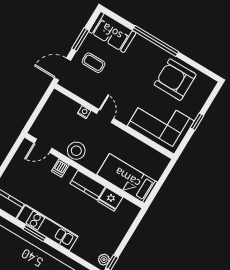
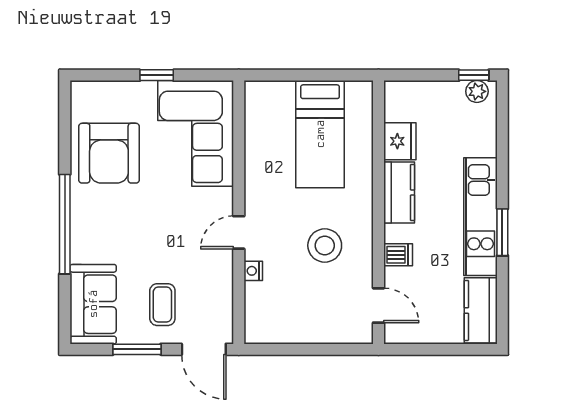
door: (43, 146) -> (378, 305), moved
dishwasher: (60, 168) -> (398, 255), moved
wall: (84, 171) -> (378, 212), moved
kitchen counter: (88, 185) -> (399, 192), moved
fridge: (110, 199) -> (400, 141), moved

